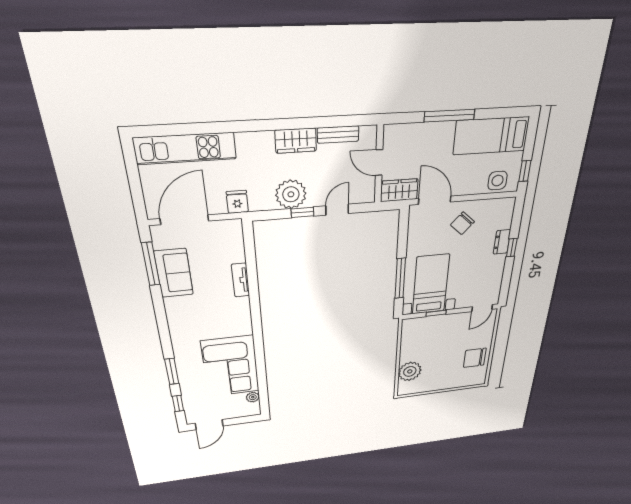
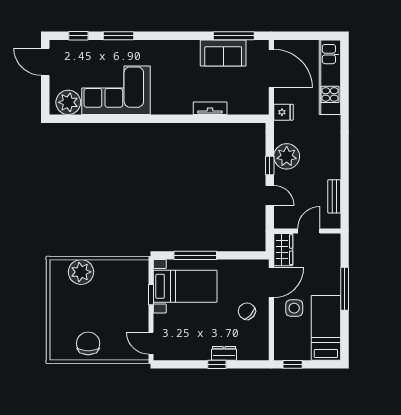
wardrobe: (296, 141) -> (331, 162), removed
side table: (498, 181) -> (294, 308), moved
plant: (253, 397) -> (68, 102), width x1.87, depth x1.87

